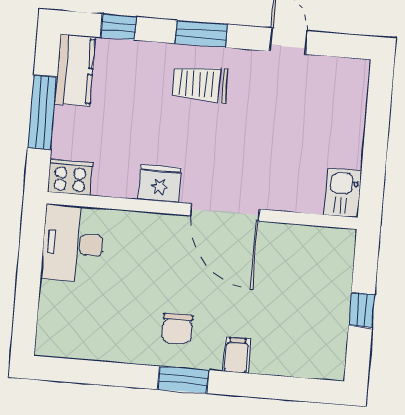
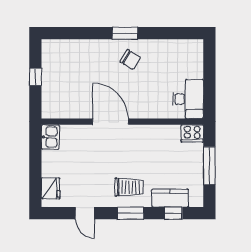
kitchen counter: (75, 70) -> (170, 198), moved, turned 90
fridge: (160, 184) -> (51, 188), moved, turned -90
chair: (177, 328) -> (130, 60), turned 121
filing cabinet: (236, 355) -> (98, 48), removed

